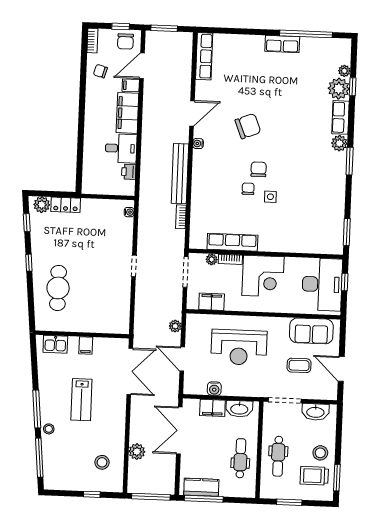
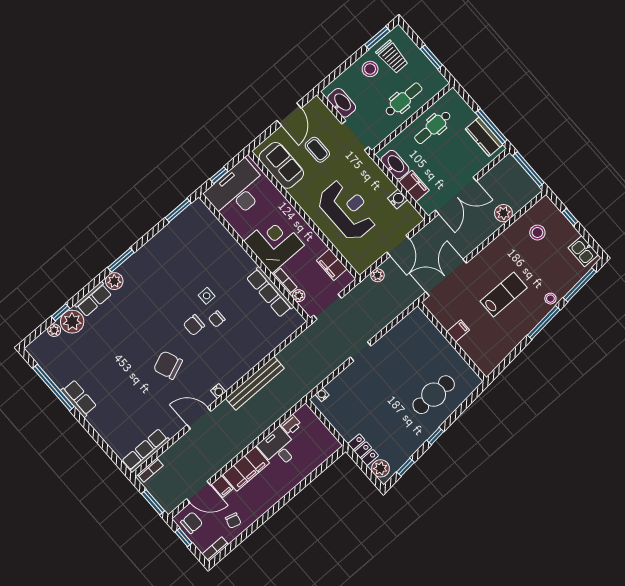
bookcase: (181, 217) -> (150, 470), moved
kitchen sink: (55, 344) -> (583, 251), moved, turned 180

